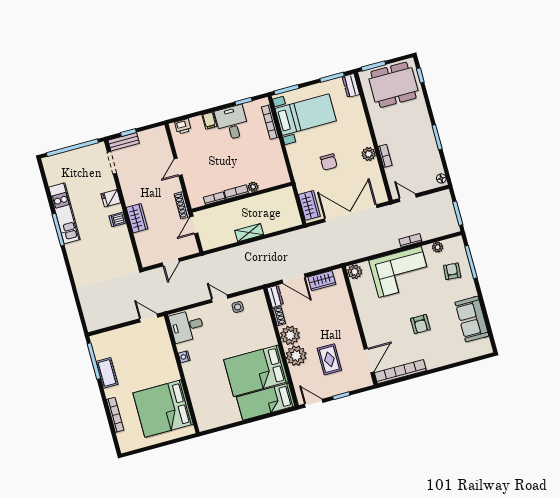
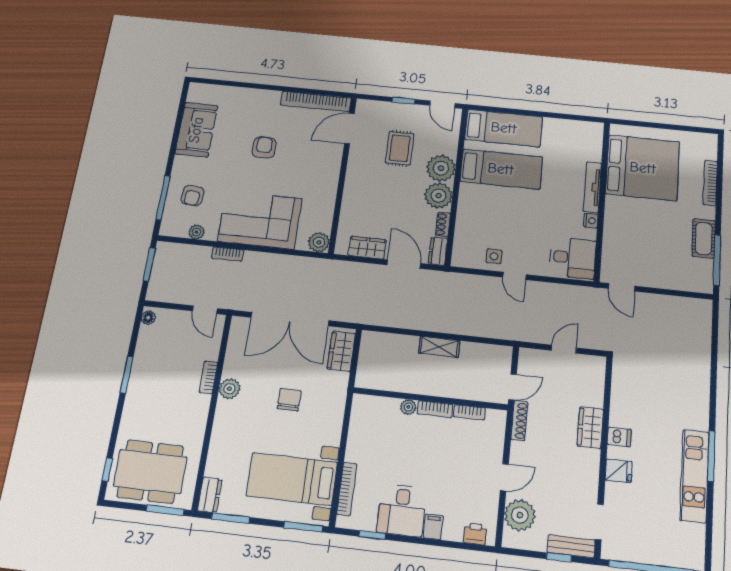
plant: (160, 148) -> (520, 515), added
bed: (256, 371) -> (501, 169), width x0.67
tv unit: (191, 381) -> (592, 187), added

